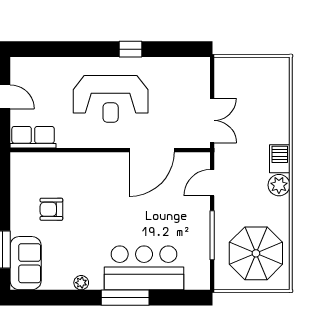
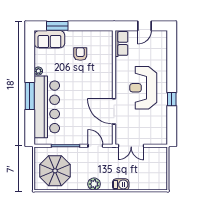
barbecue: (280, 159) -> (121, 184), moved
bar counter: (144, 268) -> (47, 107), width x1.36

